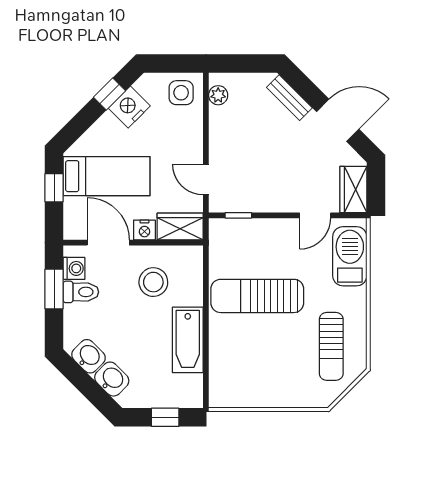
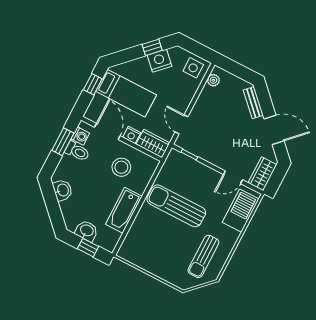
washbasin: (112, 379) -> (87, 231), moved, turned -45

